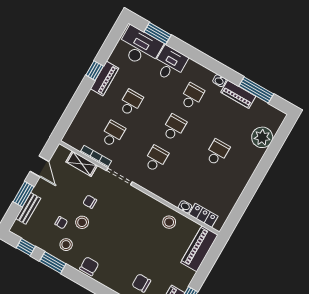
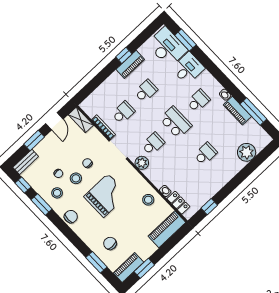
school desk: (174, 128) -> (176, 122), width x1.85
shelving: (82, 164) -> (81, 120), moved
plant: (150, 183) -> (142, 163), added
bench: (28, 208) -> (26, 162), moved
window: (239, 210) -> (209, 207), added
grand piano: (121, 231) -> (106, 195), added

